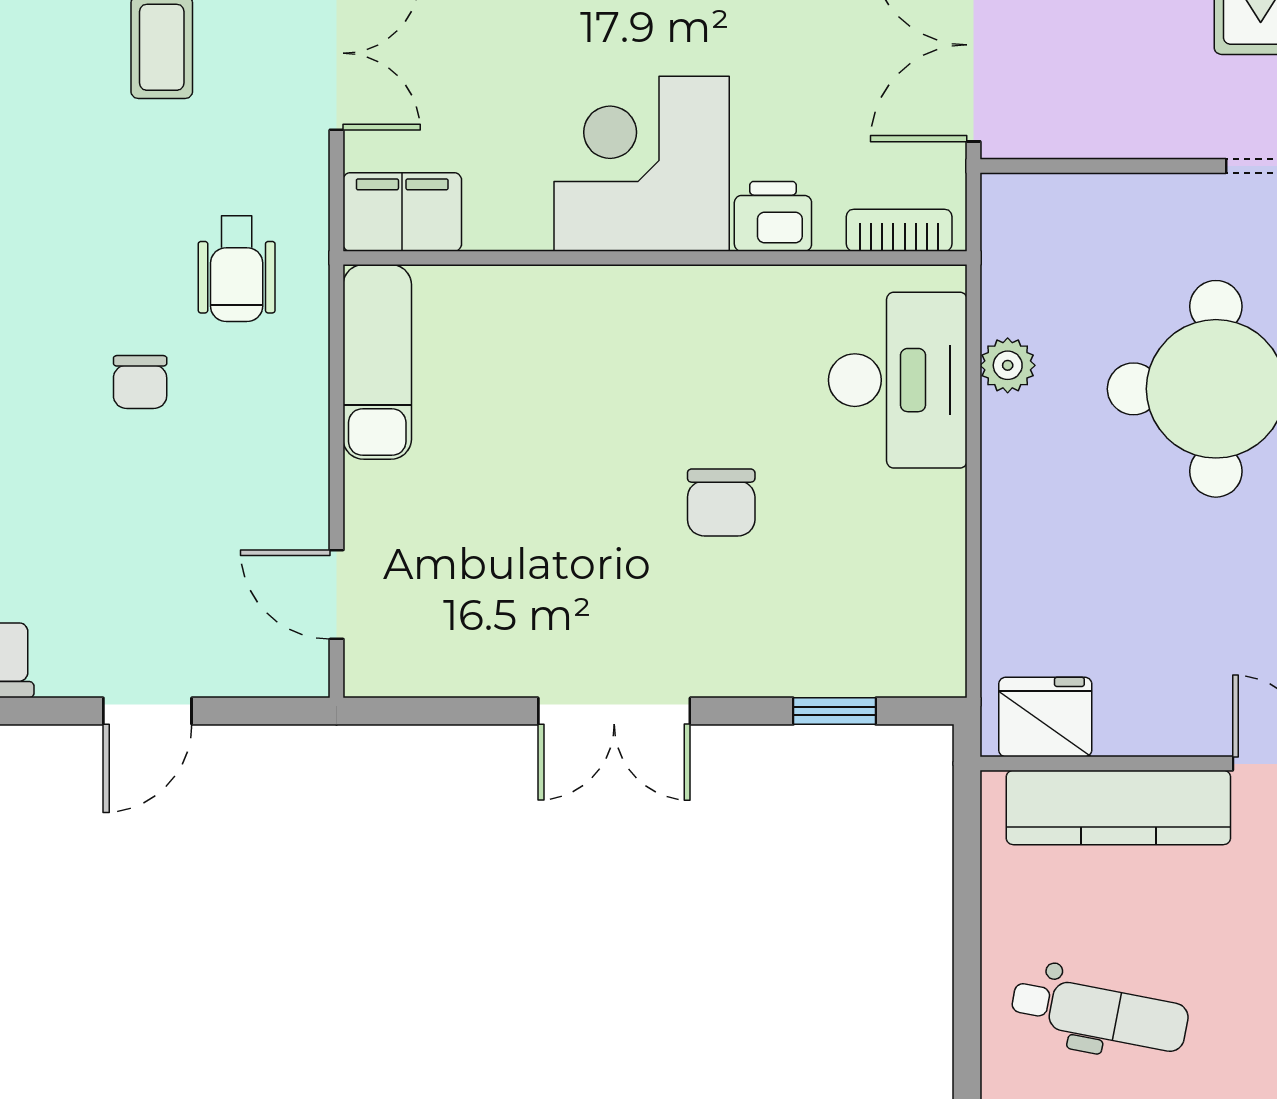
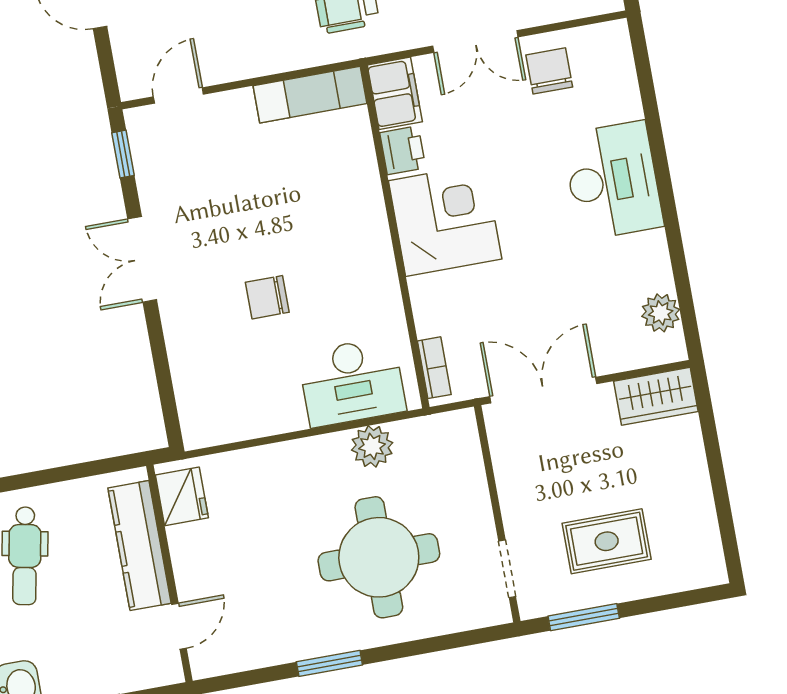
printer: (773, 216) -> (403, 150), moved
plant: (1008, 365) -> (372, 446), width x1.38, depth x1.38
window: (835, 711) -> (123, 154), moved

